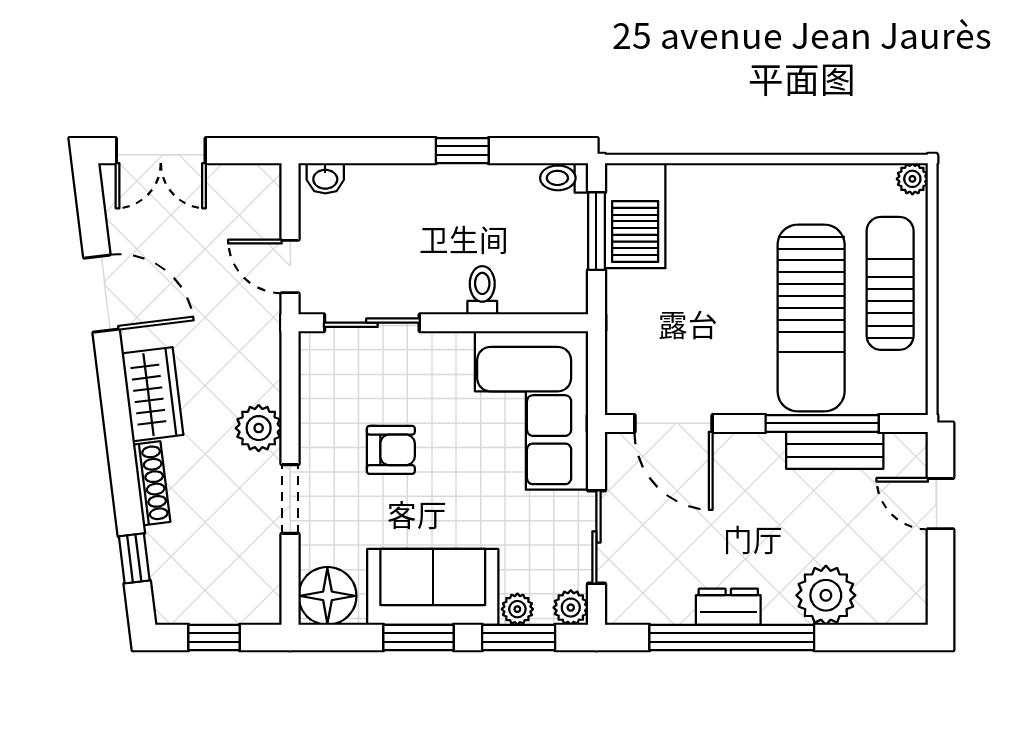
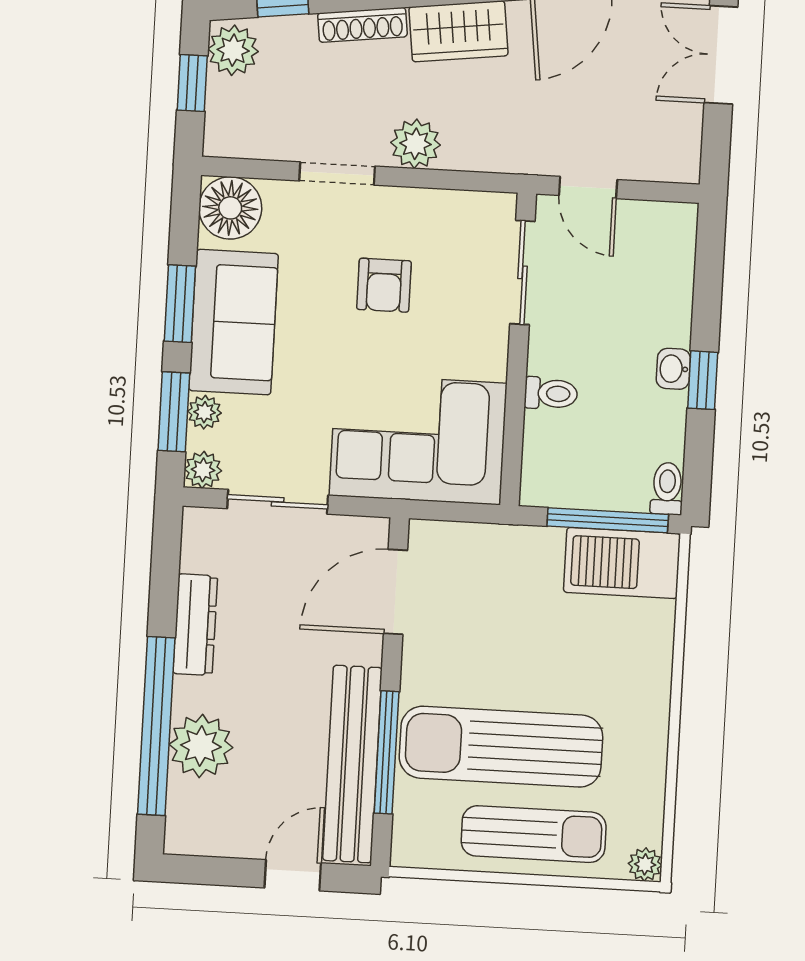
washbasin: (325, 178) -> (673, 369), moved
window: (596, 231) -> (608, 520), width x1.44
door: (290, 266) -> (588, 187), swing flipped
bench: (835, 450) -> (352, 764), width x1.86, depth x1.21
plant: (182, 601) -> (233, 50), added
dresser: (728, 607) -> (195, 625), width x1.44
window: (732, 637) -> (156, 726), moved

